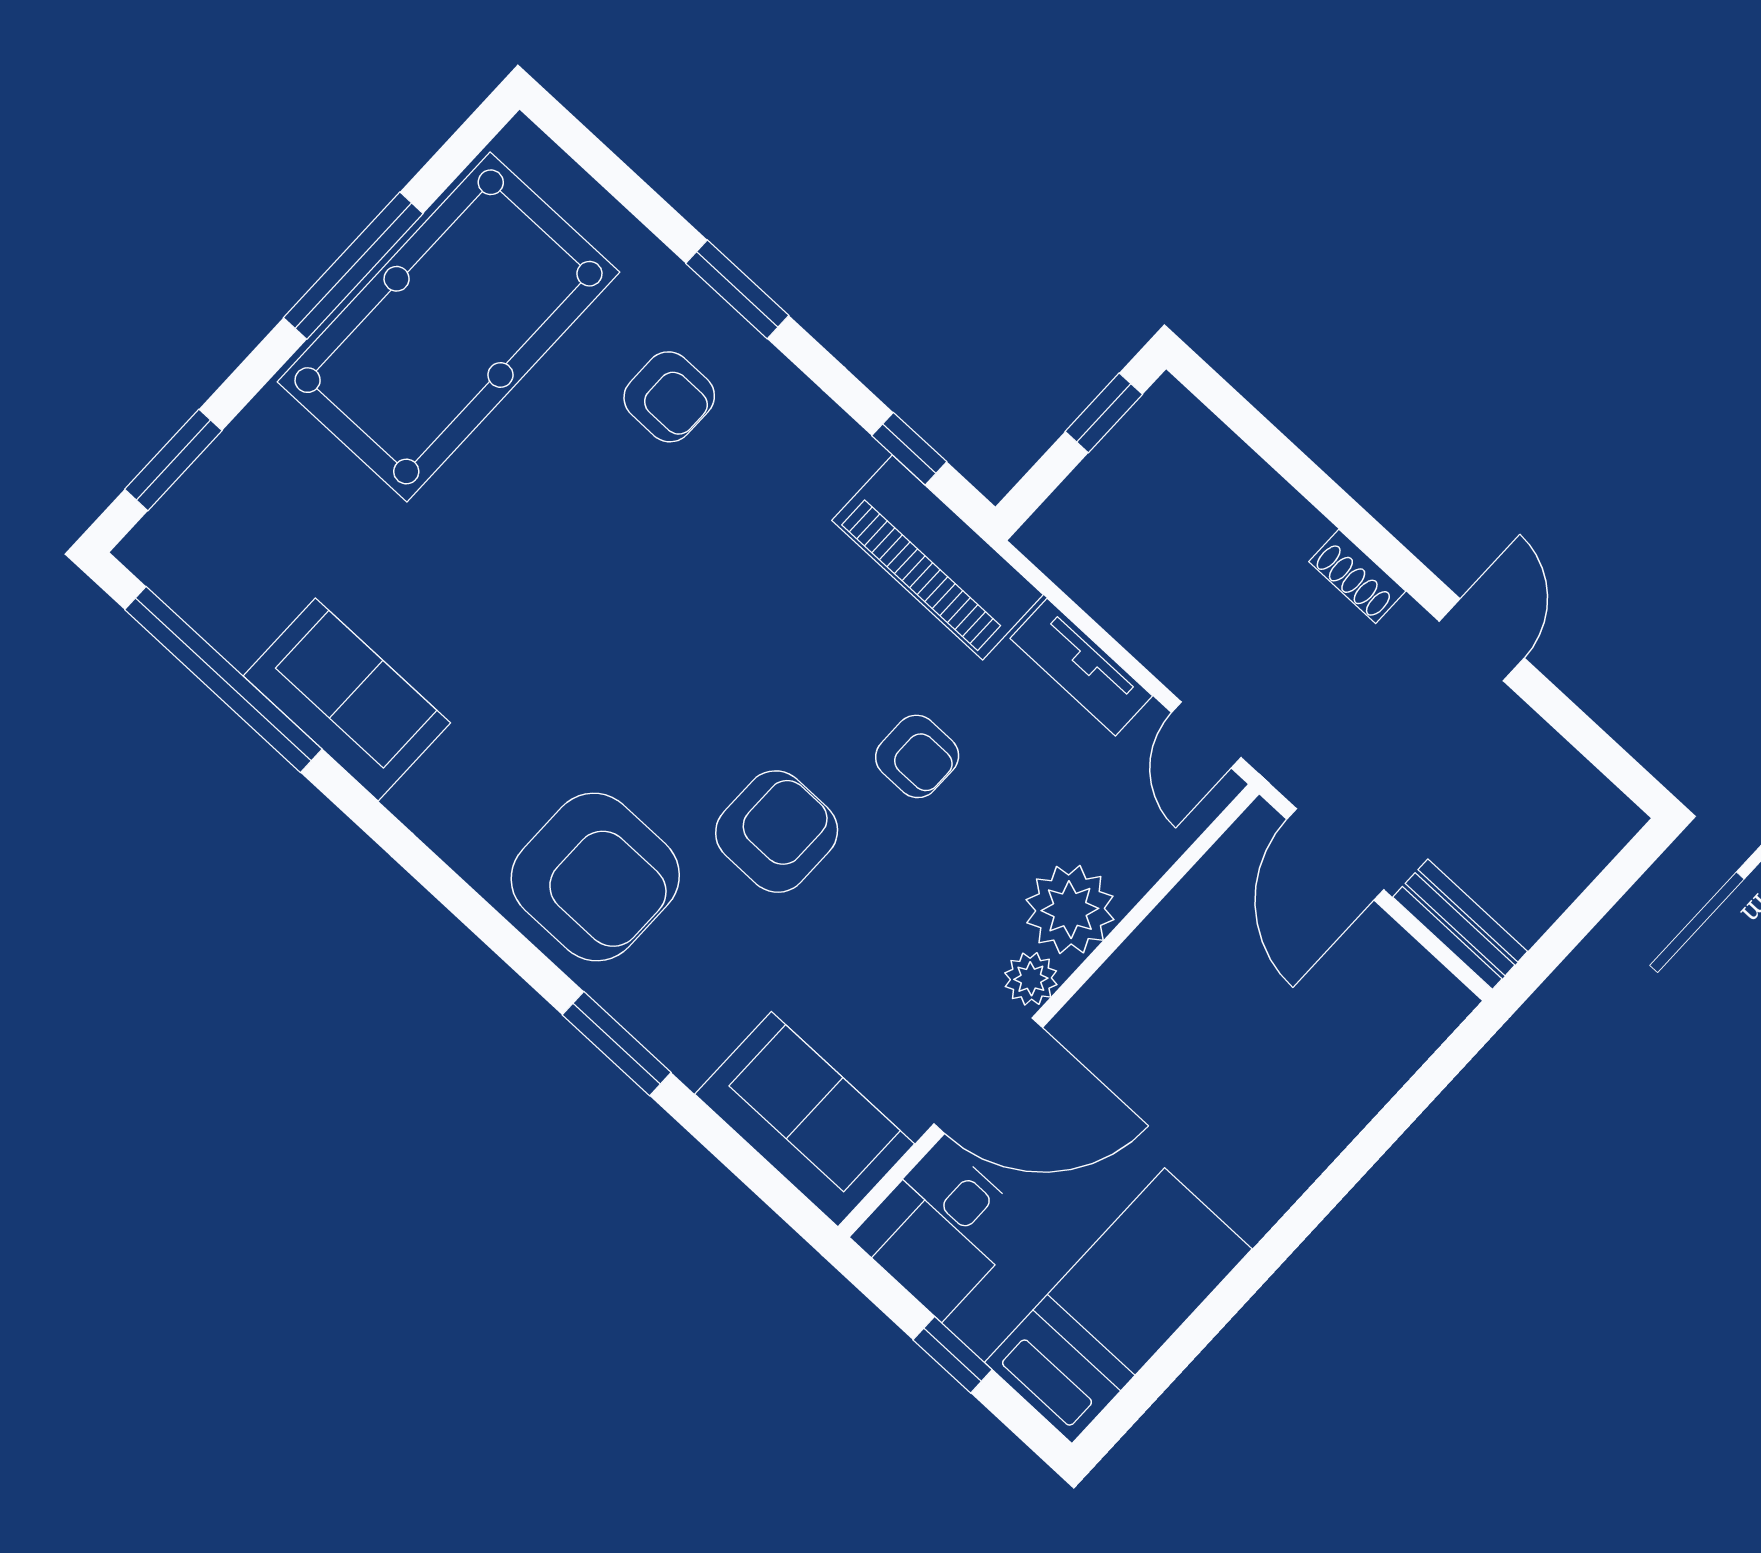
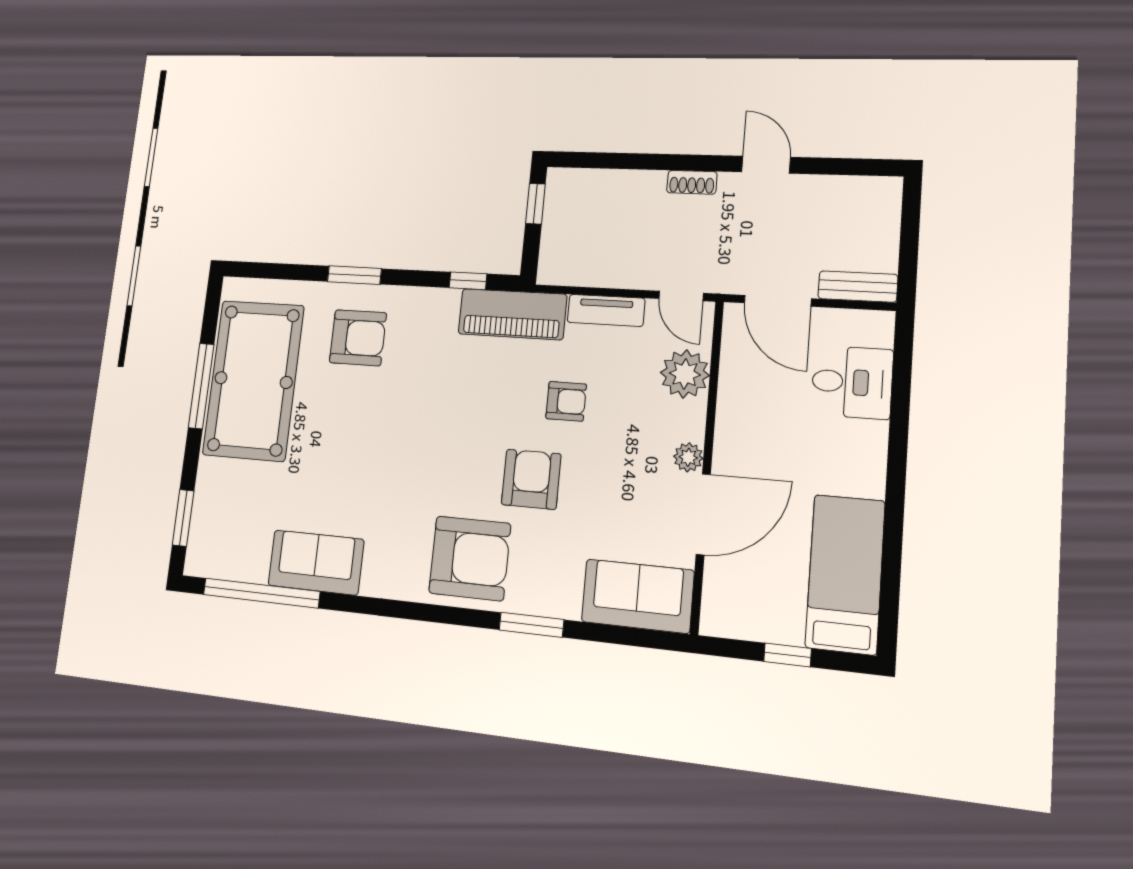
armchair: (669, 397) -> (358, 338), width x1.38, depth x1.38
plant: (1070, 910) -> (685, 374), moved
desk: (942, 1230) -> (852, 382), moved, turned -90

